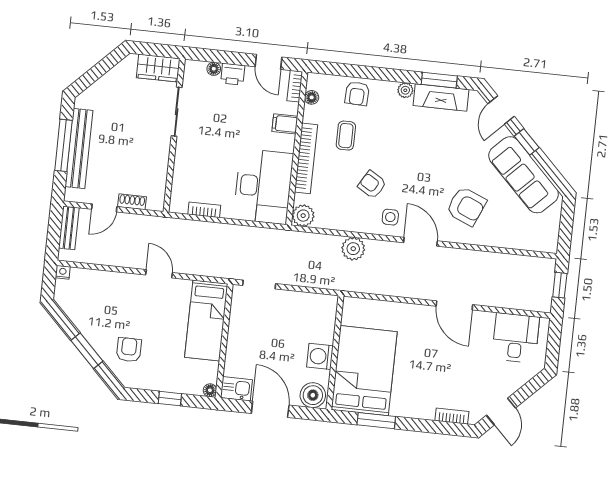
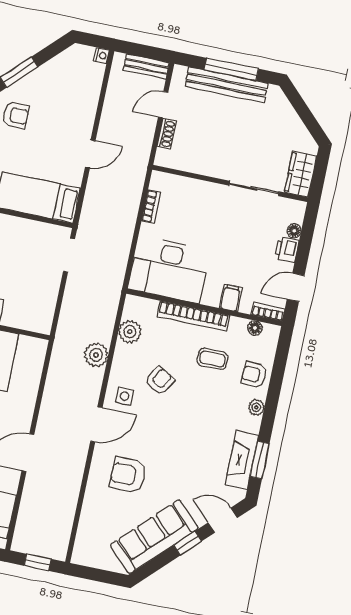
plant: (405, 90) -> (256, 407), moved
armchair: (466, 206) -> (128, 475), turned 67
door: (104, 208) -> (163, 105), hinge flipped
plant: (303, 216) -> (130, 332), moved

